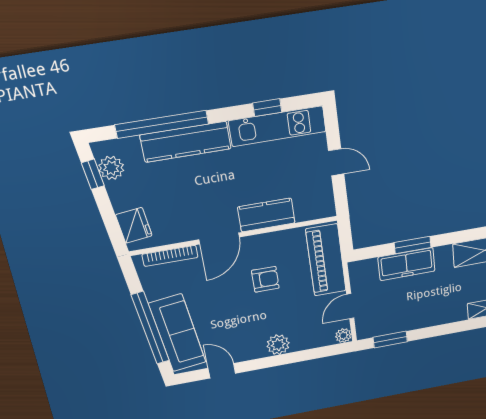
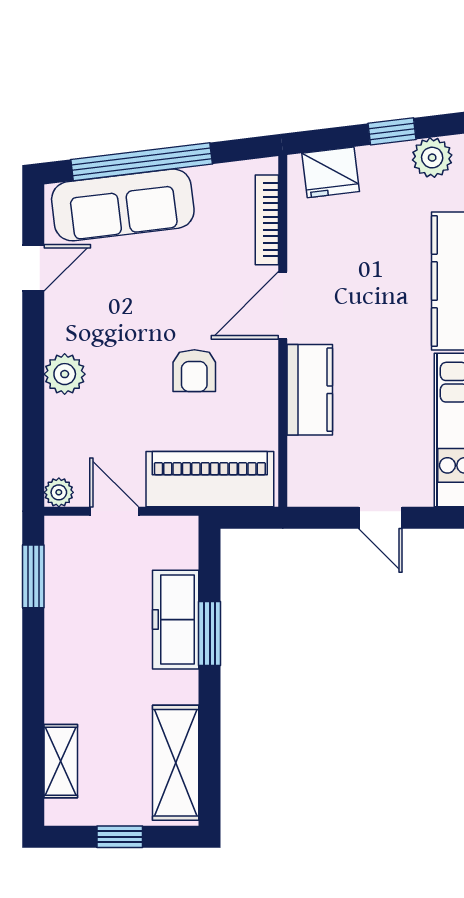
door: (336, 162) -> (380, 518), hinge flipped
window: (93, 174) -> (392, 131), moved
door: (219, 238) -> (283, 305), hinge flipped

